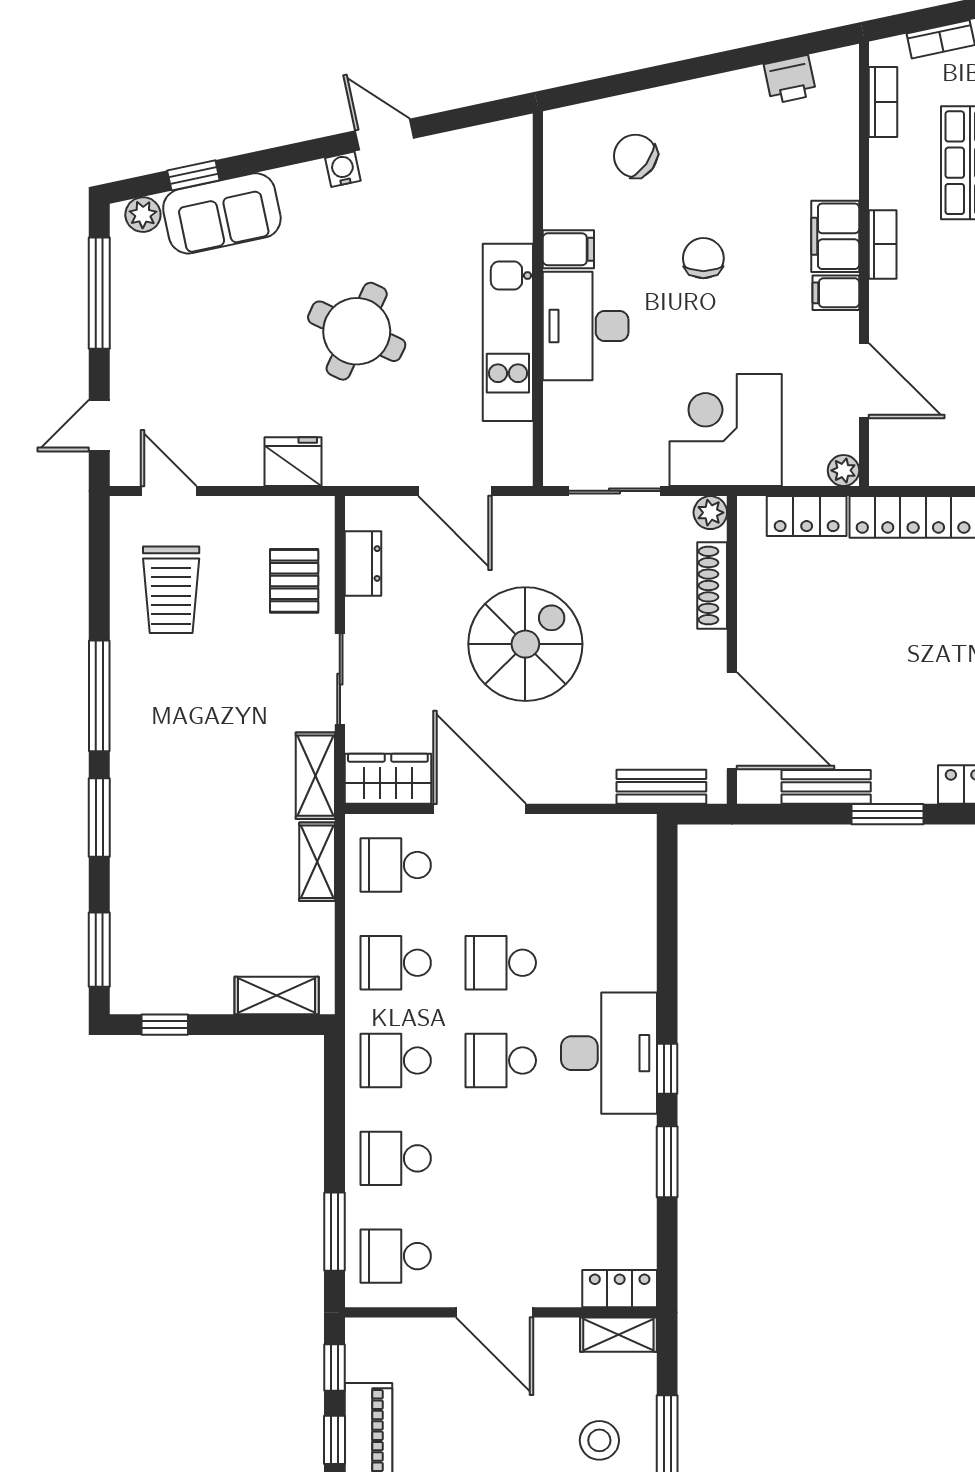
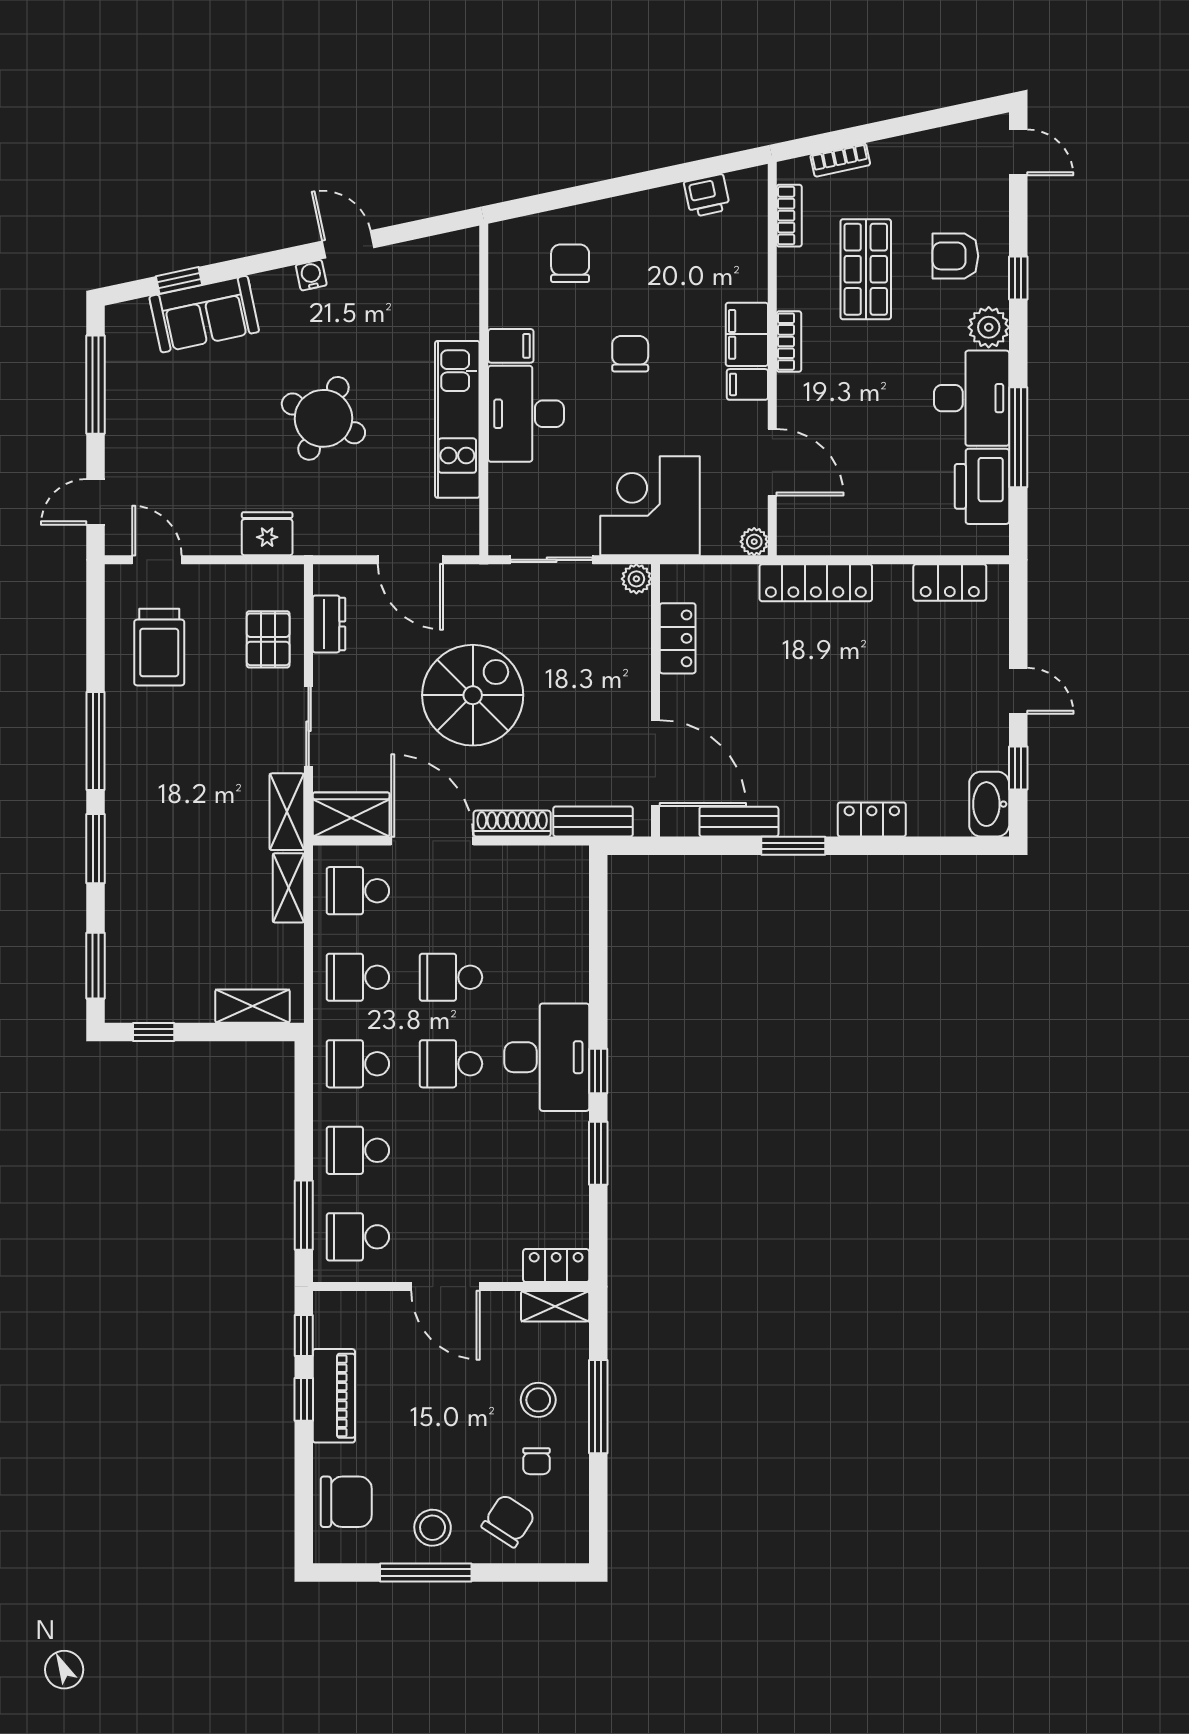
chair: (635, 156) -> (570, 263), turned 54
plant: (143, 215) -> (134, 315), removed
locker: (807, 516) -> (678, 638), moved, turned -90
shoe rack: (712, 586) -> (512, 824), moved, turned 90

